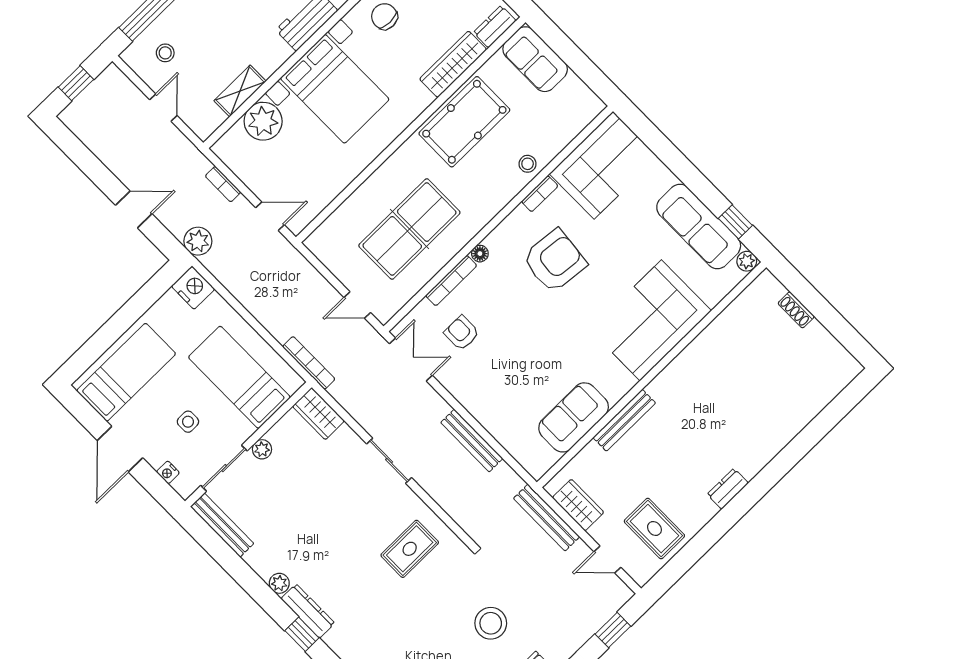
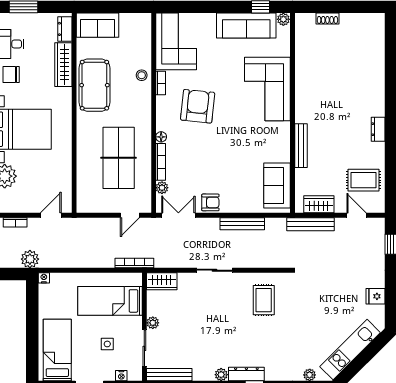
nightstand: (193, 288) -> (44, 278), width x0.53, depth x0.56
plant: (424, 311) -> (162, 188), added
armchair: (462, 333) -> (210, 202), moved, turned 180
sofa: (574, 417) -> (277, 186), moved
door: (607, 559) -> (357, 215), swing flipped
stool: (491, 623) -> (333, 297), removed

